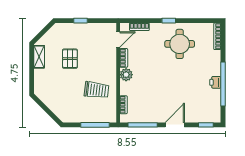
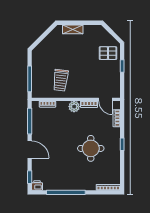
round table: (180, 44) -> (91, 148), moved
shelving: (39, 57) -> (73, 29), moved
pallet: (70, 59) -> (108, 53), moved
printer: (215, 82) -> (37, 185), moved

